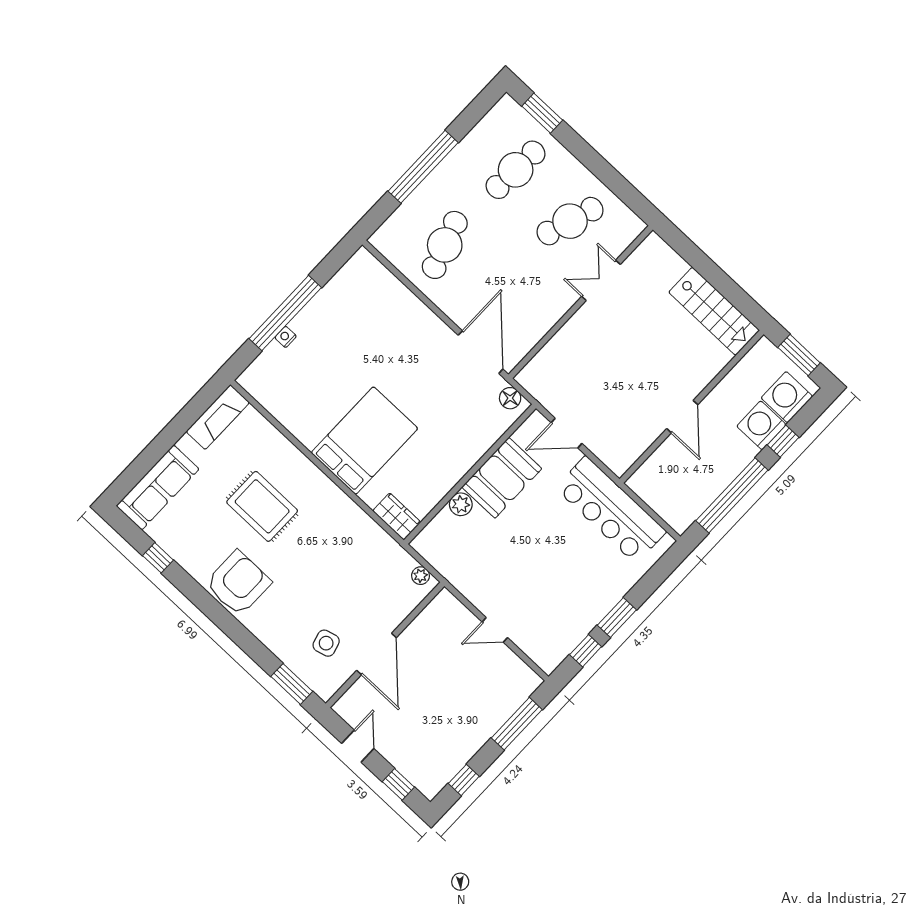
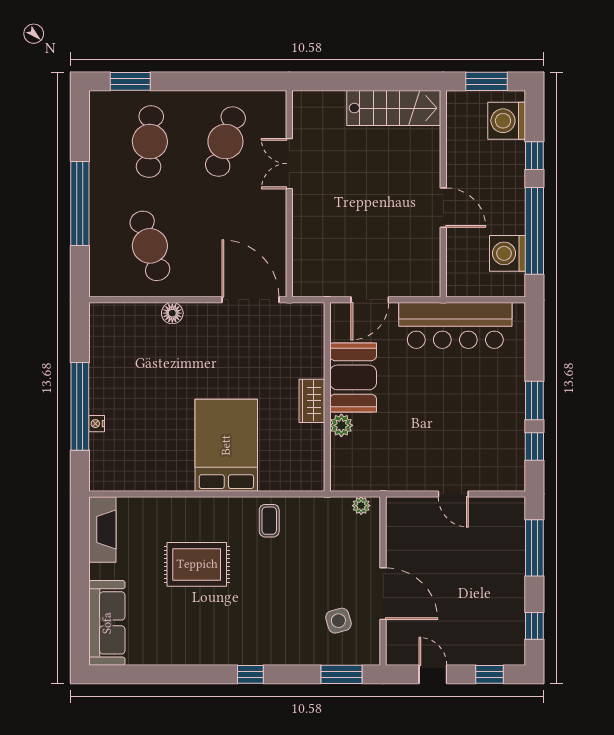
floor lamp: (510, 398) -> (172, 313), moved
washing machine: (761, 425) -> (508, 253), moved
wardrobe: (397, 517) -> (312, 401), moved, turned -90
coffee table: (344, 524) -> (269, 521), added
window: (158, 558) -> (250, 674), moved
armchair: (238, 583) -> (232, 637), removed
door: (495, 630) -> (453, 494), hinge flipped

